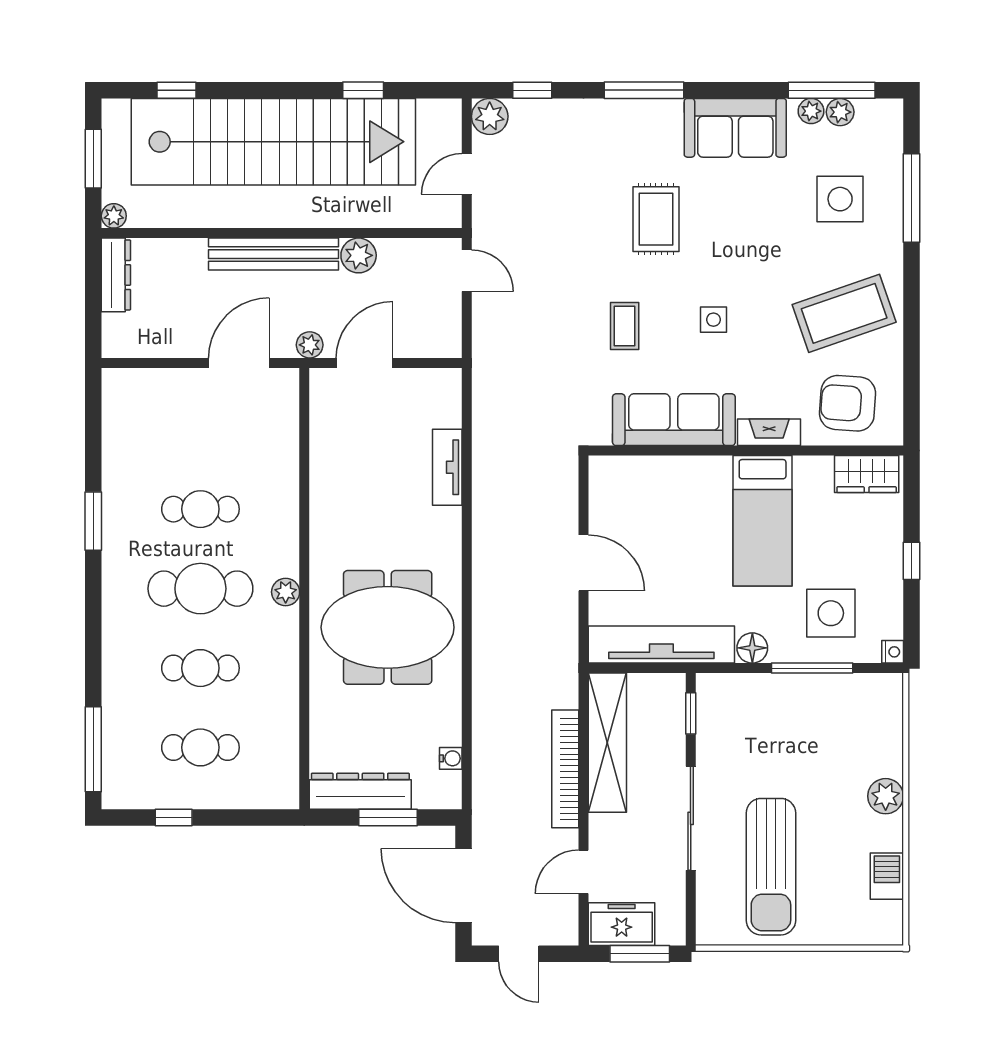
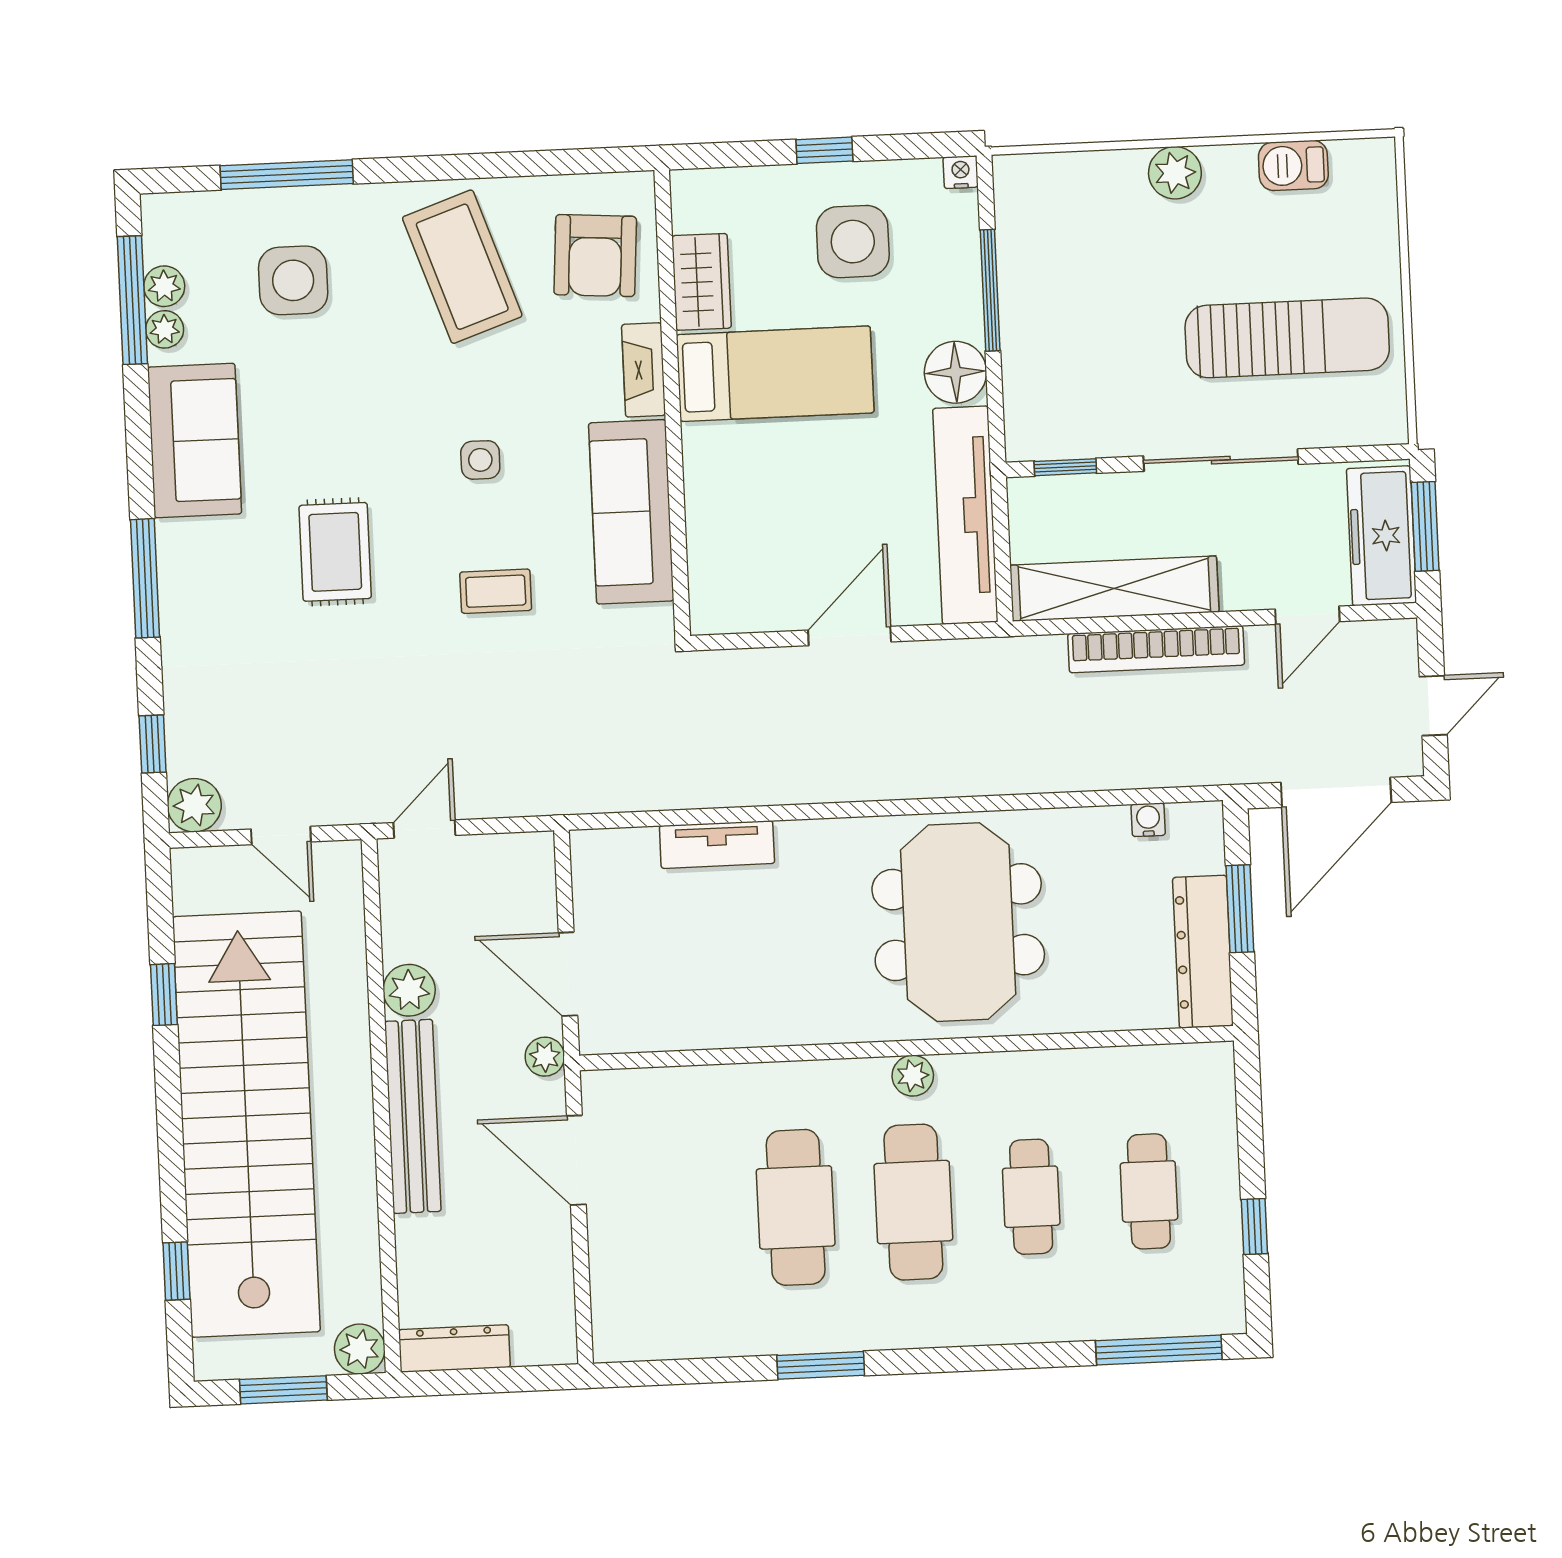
plant: (114, 216) -> (360, 1349), width x1.38, depth x1.38
rug: (656, 219) -> (335, 552), turned 90
wardrobe: (867, 474) -> (702, 282), moved
cafe table: (200, 509) -> (796, 1207), width x1.37, depth x1.35
side table: (831, 613) -> (853, 242), moved
floor lamp: (752, 648) -> (955, 372), width x1.38, depth x1.38
door: (584, 872) -> (1307, 615), hinge flipped
freezer: (622, 924) -> (1381, 536), width x1.40

